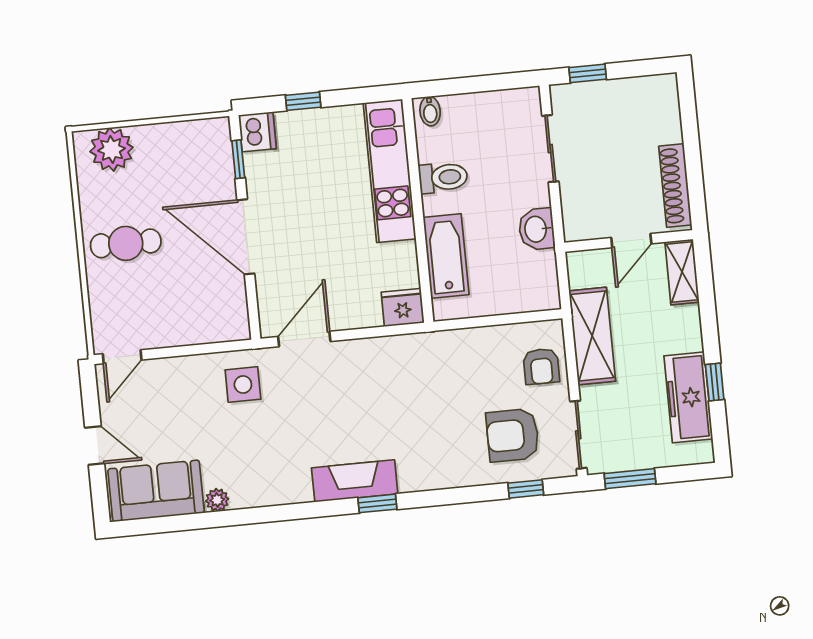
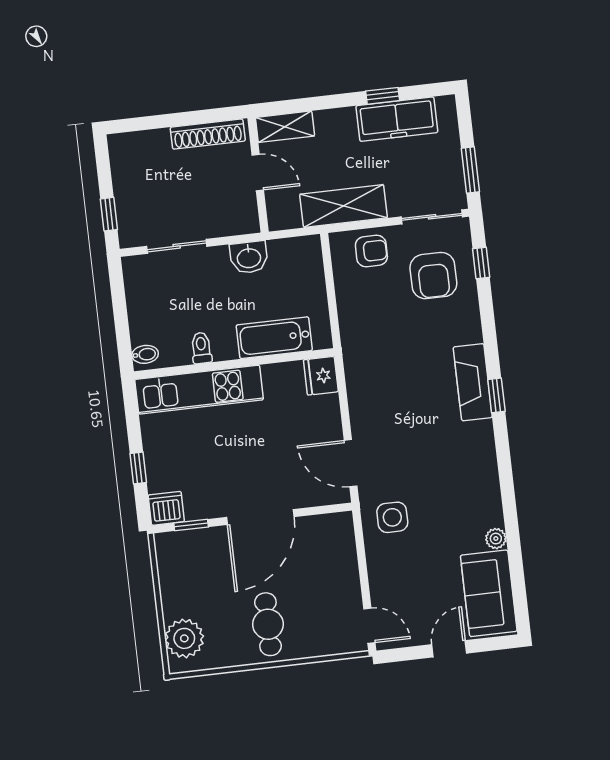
toilet: (443, 177) -> (201, 348), width x0.73, depth x0.72
fireplace: (355, 481) -> (473, 382), moved

